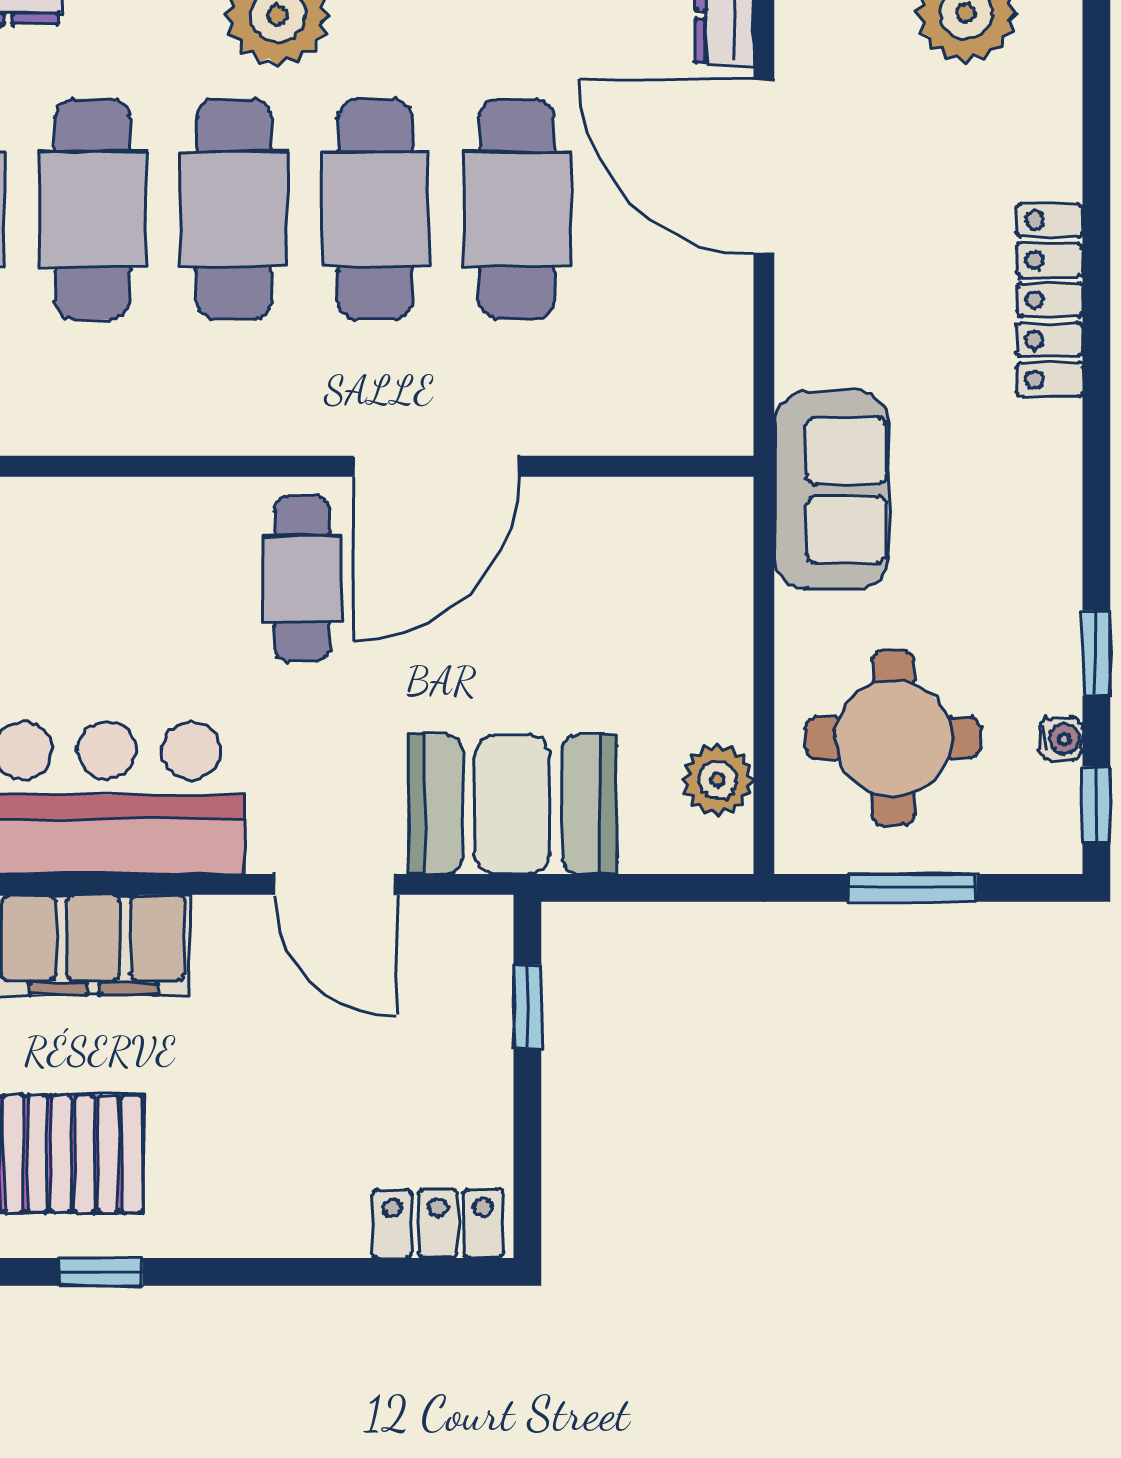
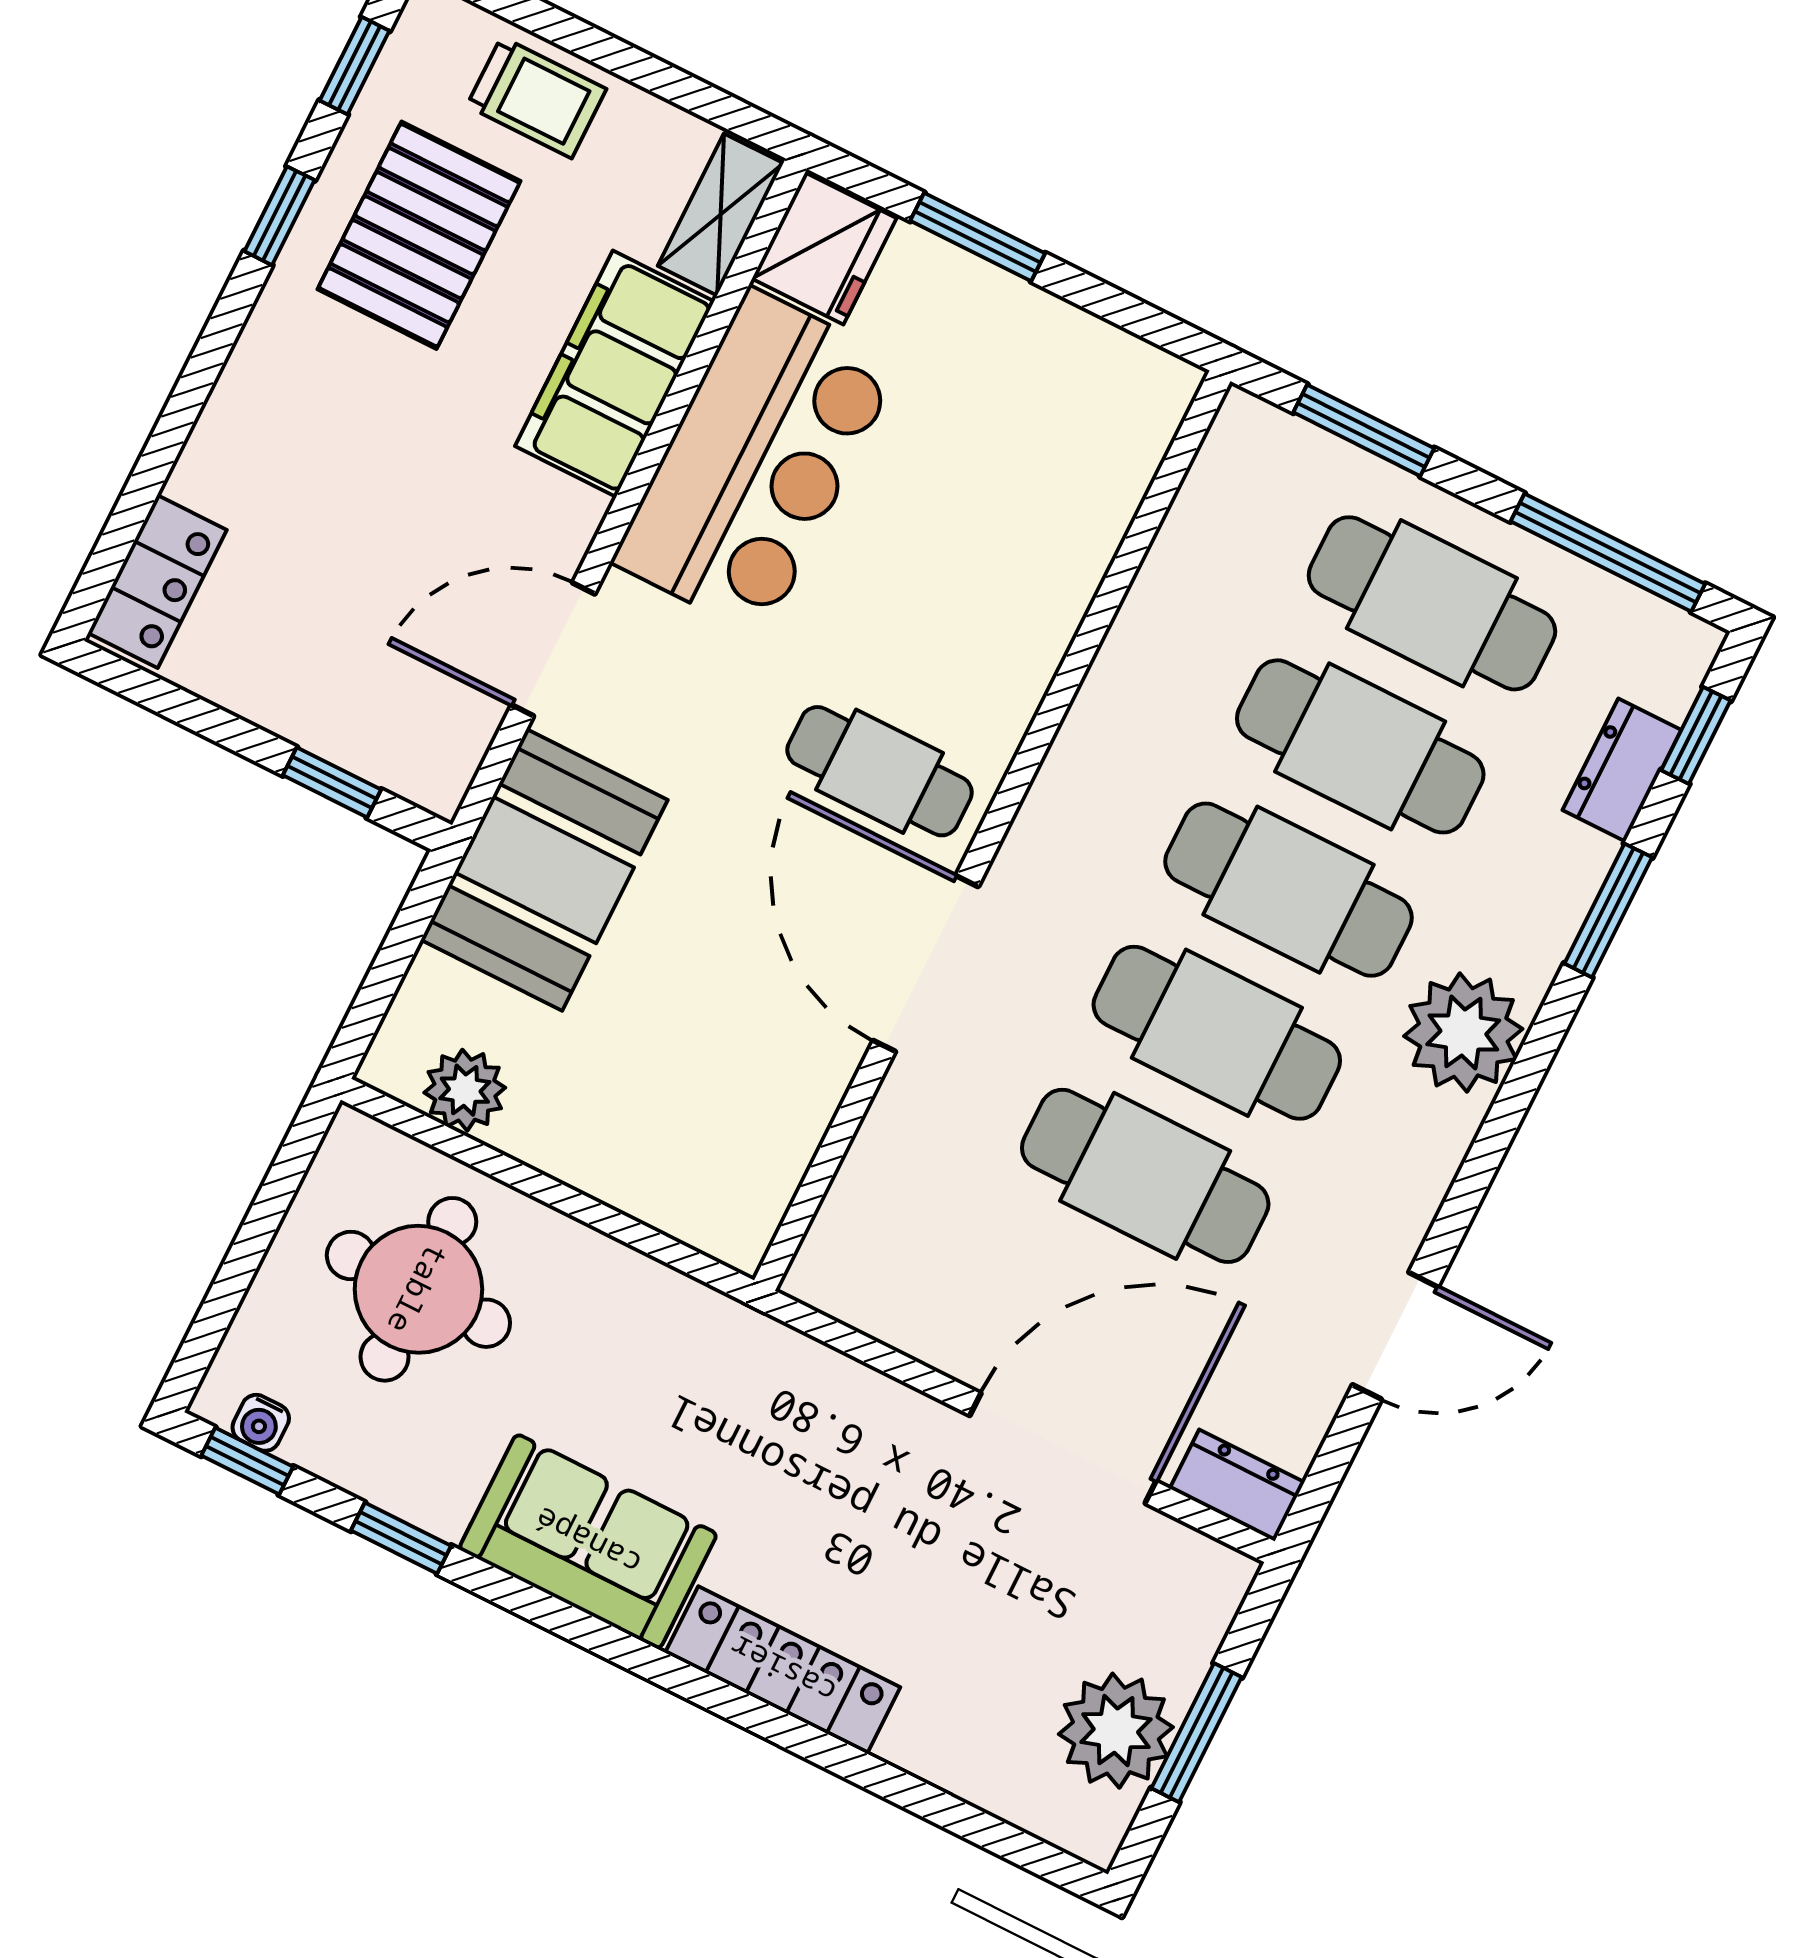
sofa: (832, 490) -> (588, 1542), moved, turned 180
water cooler: (1061, 739) -> (261, 1423), moved
window: (912, 888) -> (257, 1233), removed

